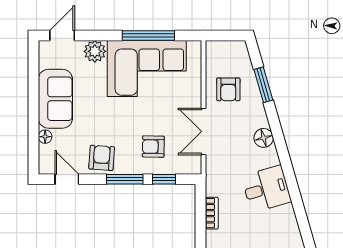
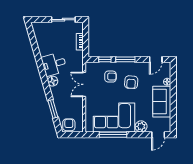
armchair: (228, 89) -> (69, 125), moved
double door: (204, 131) -> (84, 84), swing flipped
armchair: (102, 158) -> (131, 82), moved
door: (67, 179) -> (156, 59), hinge flipped
desk: (266, 189) -> (54, 64), moved

